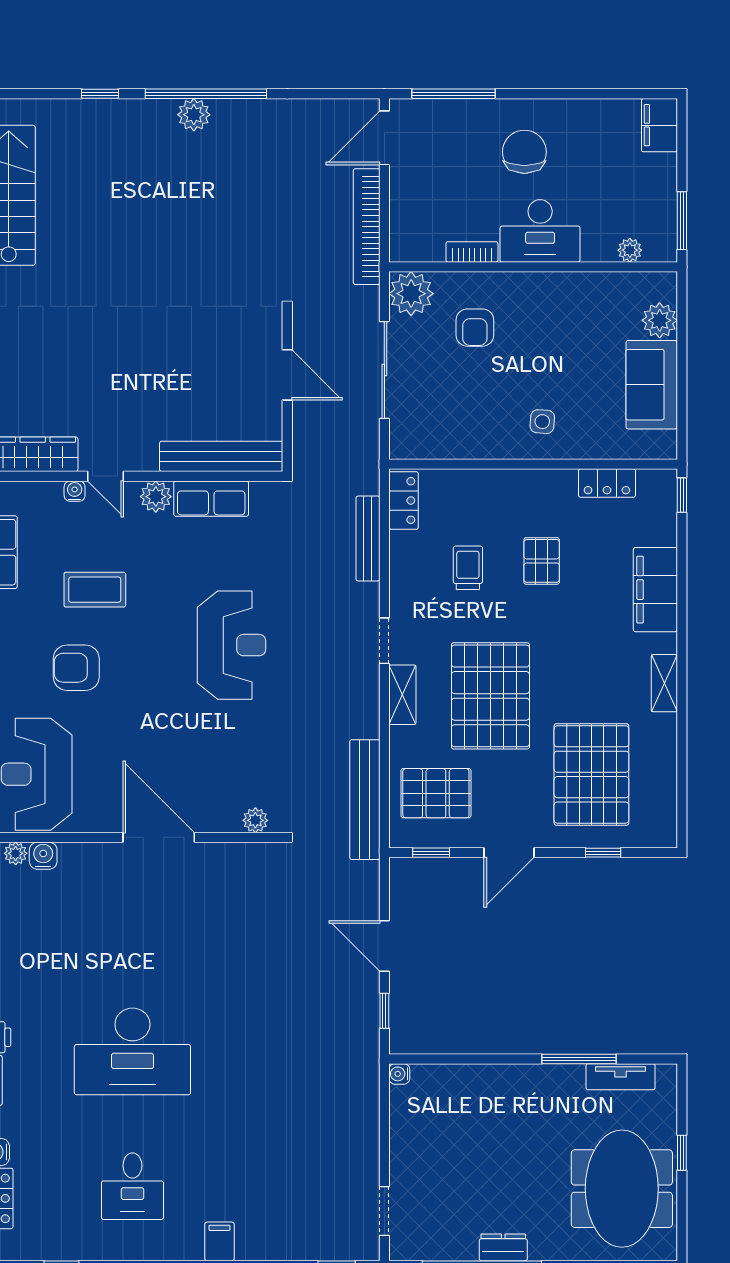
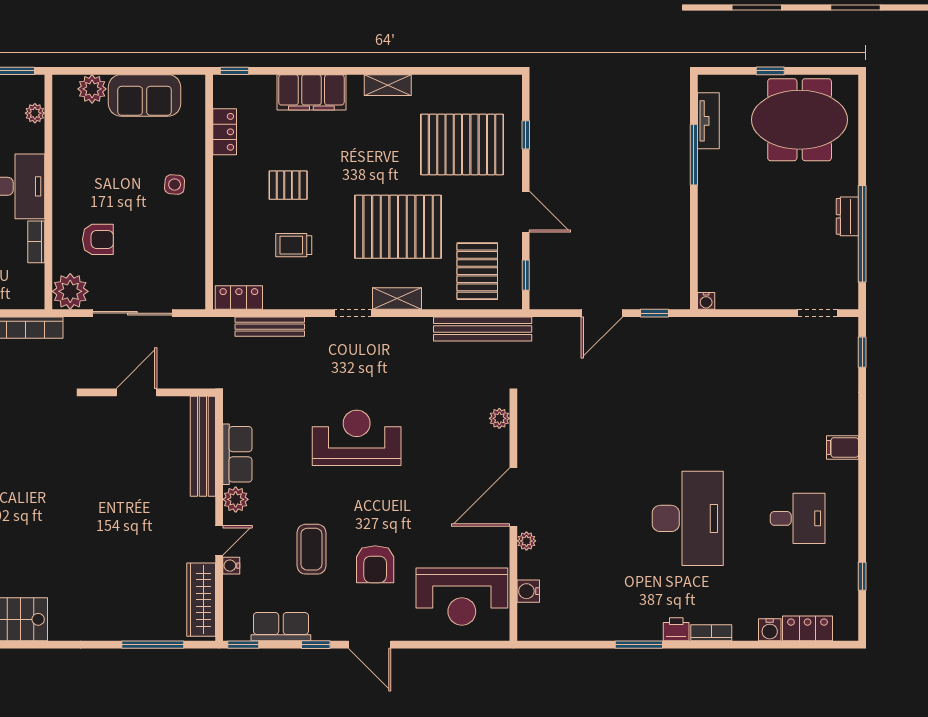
plant: (16, 853) -> (526, 541), moved

